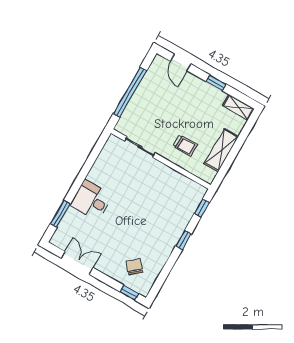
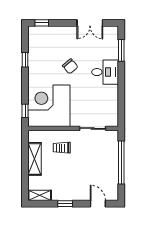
corner desk: (173, 199) -> (49, 106), added
window: (184, 240) -> (25, 60), moved
chair: (134, 267) -> (70, 66), moved

